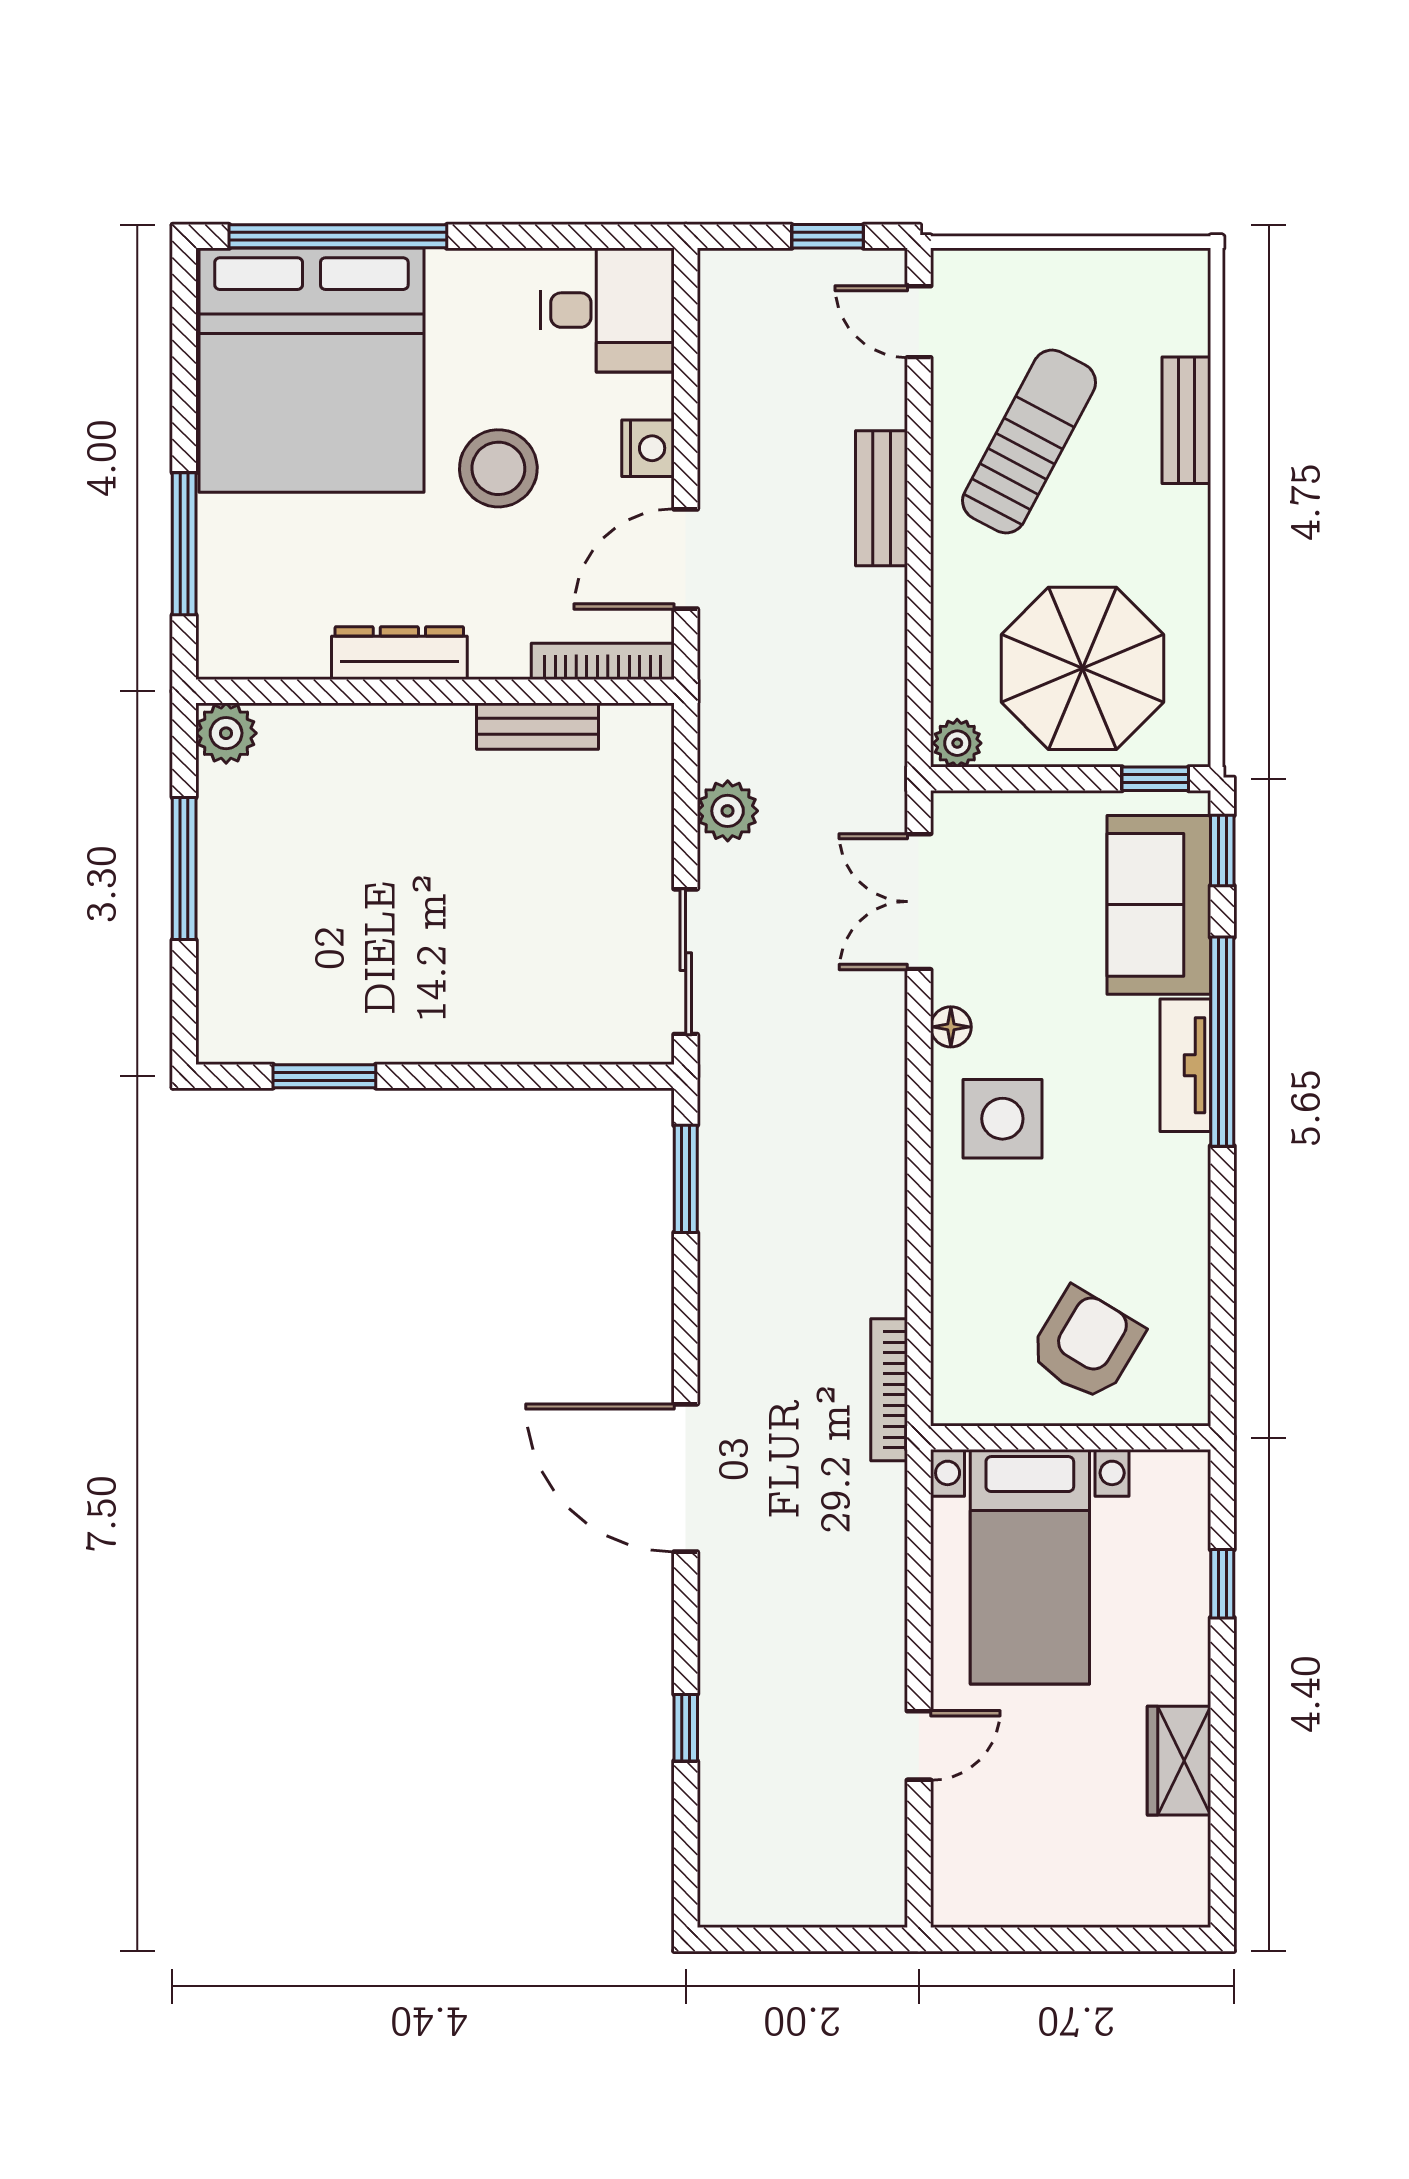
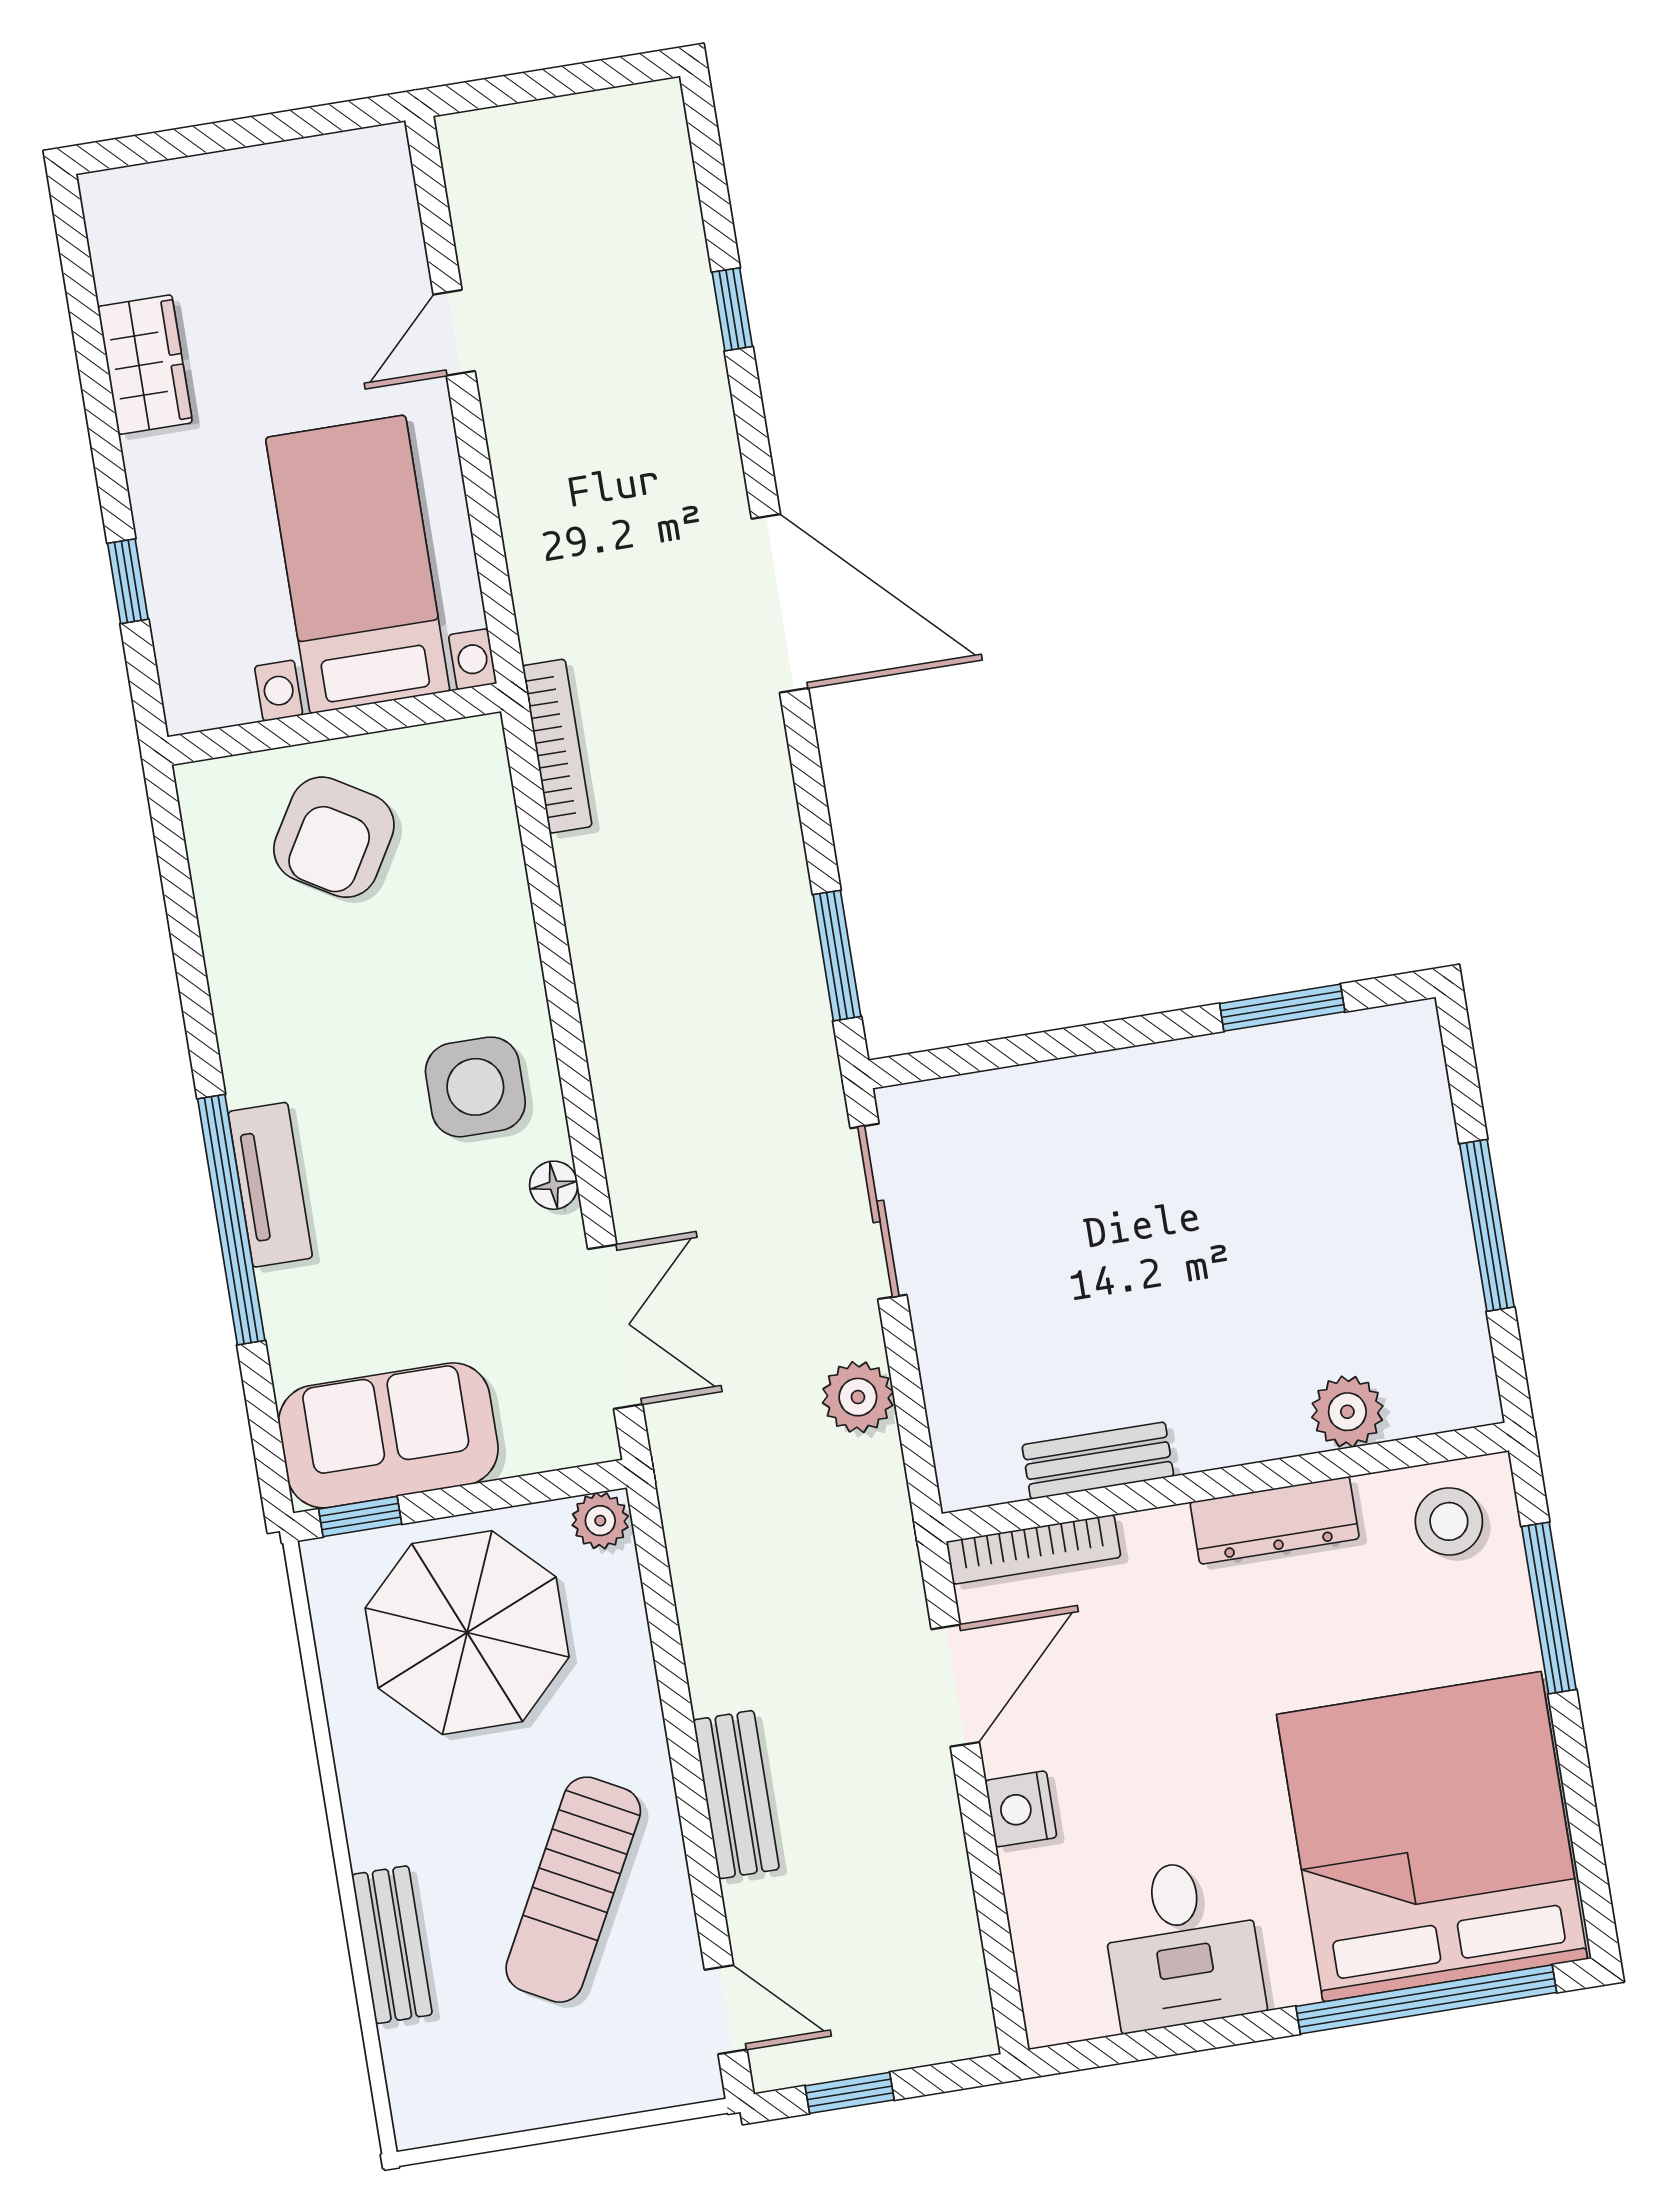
desk: (607, 310) -> (1182, 1944), moved, turned -90
stool: (498, 468) -> (1449, 1521), moved, width x0.73, depth x0.73
plant: (226, 733) -> (1347, 1412), moved
window: (1222, 851) -> (268, 1445), removed
sofa: (1159, 905) -> (388, 1435), moved, turned -90

